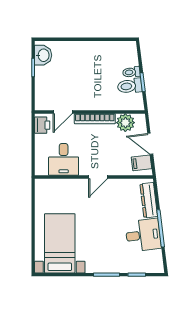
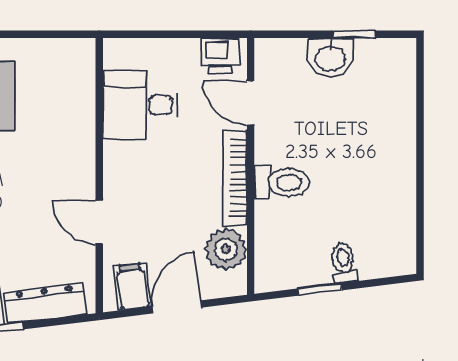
washbasin: (43, 55) -> (330, 58), moved
toilet: (130, 86) -> (282, 182), moved, turned 97
door: (98, 177) -> (99, 222), moved

